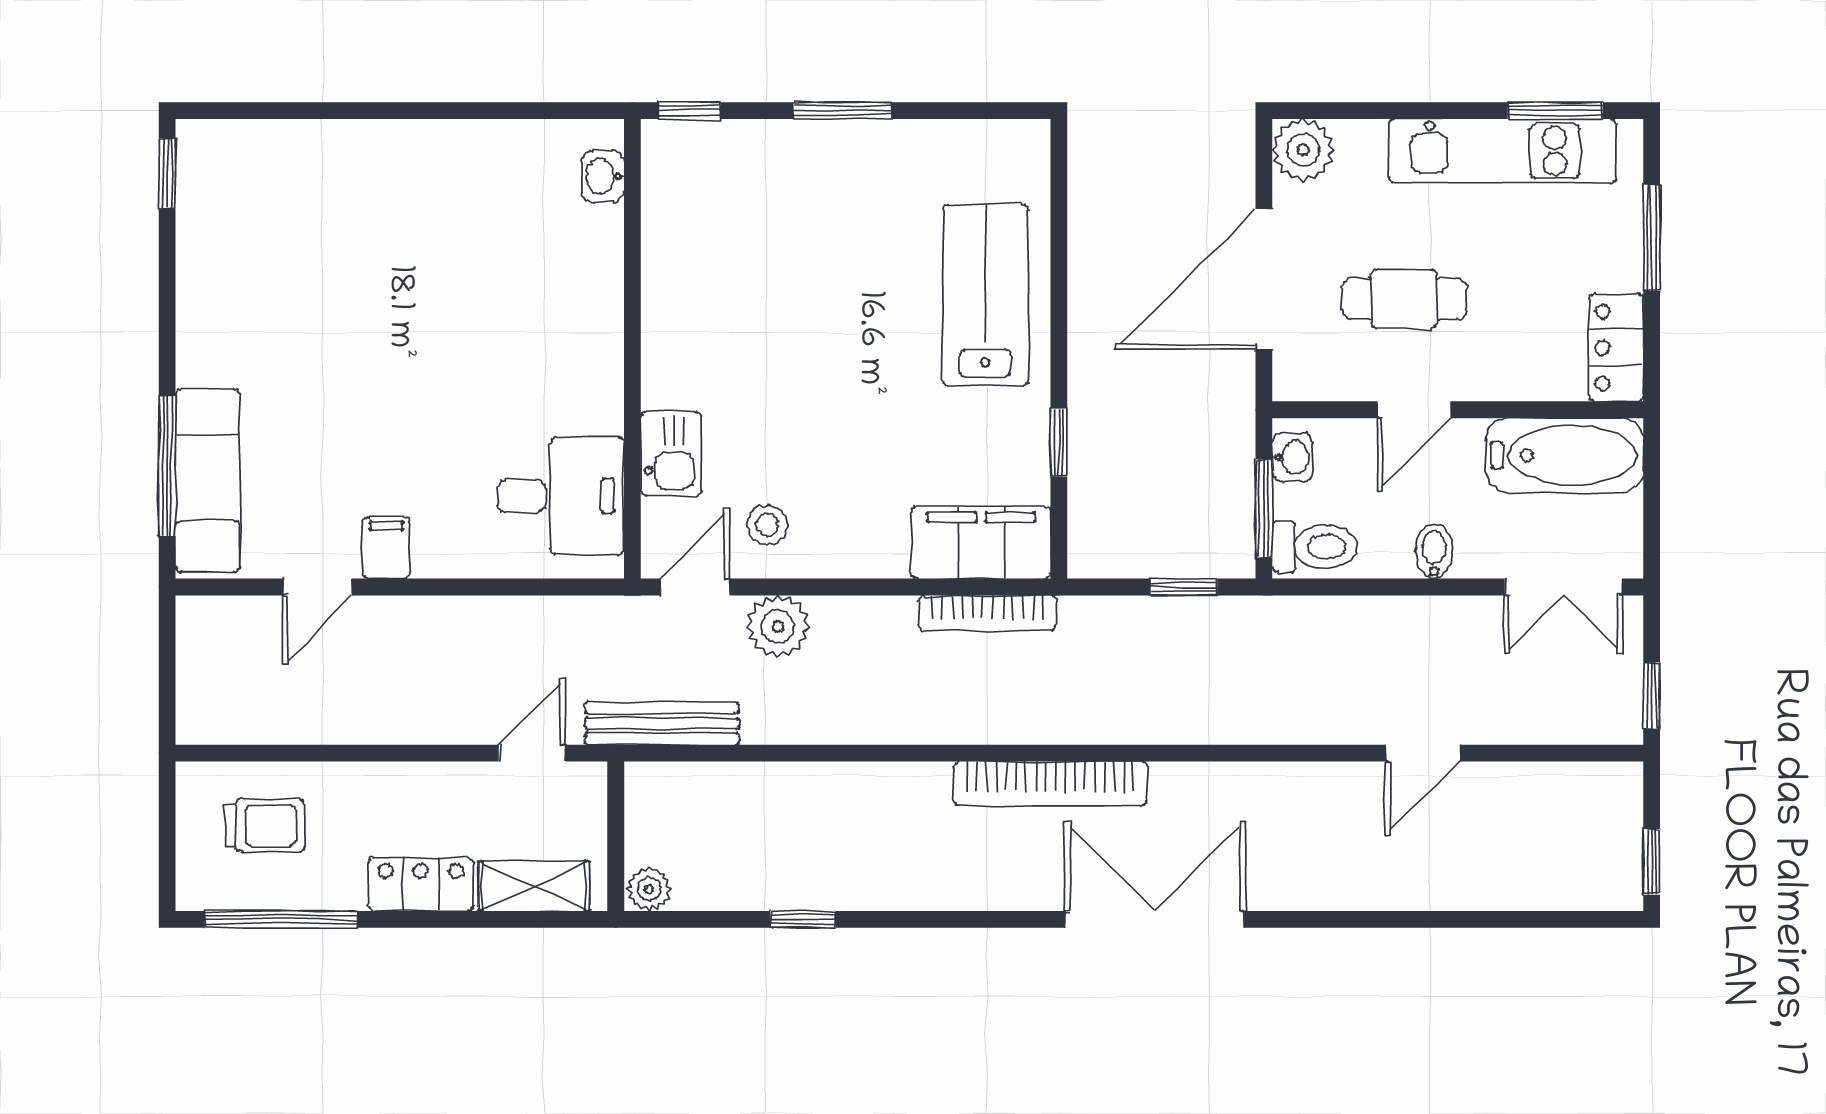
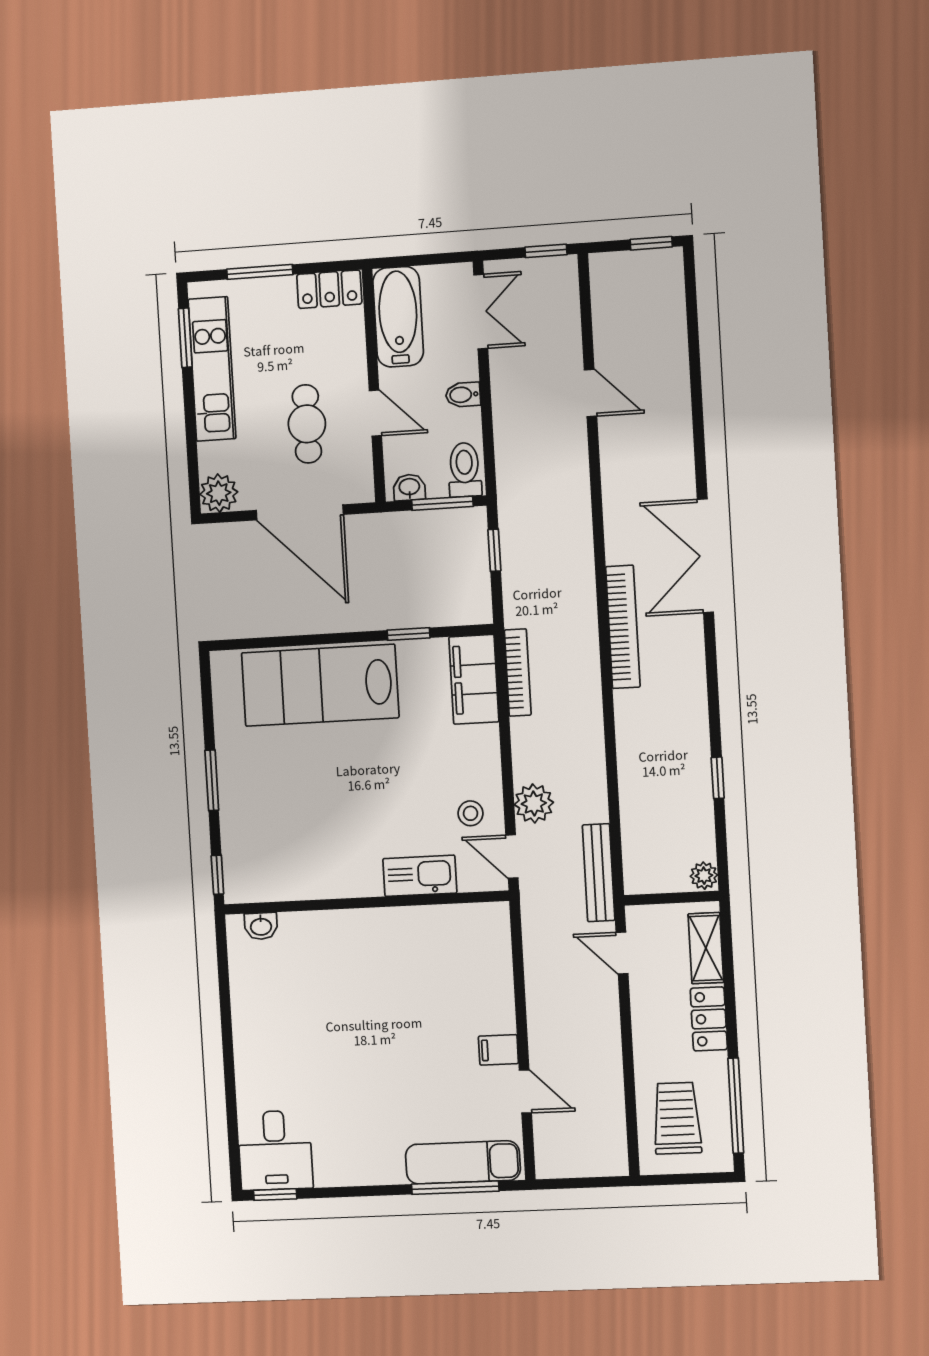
lab bench: (985, 295) -> (320, 685), width x1.36, depth x1.39
kitchen sink: (671, 454) -> (420, 876), width x1.38
desk: (561, 496) -> (275, 1150), moved, turned 180
trolley: (265, 825) -> (677, 1118), width x1.36, depth x1.39

